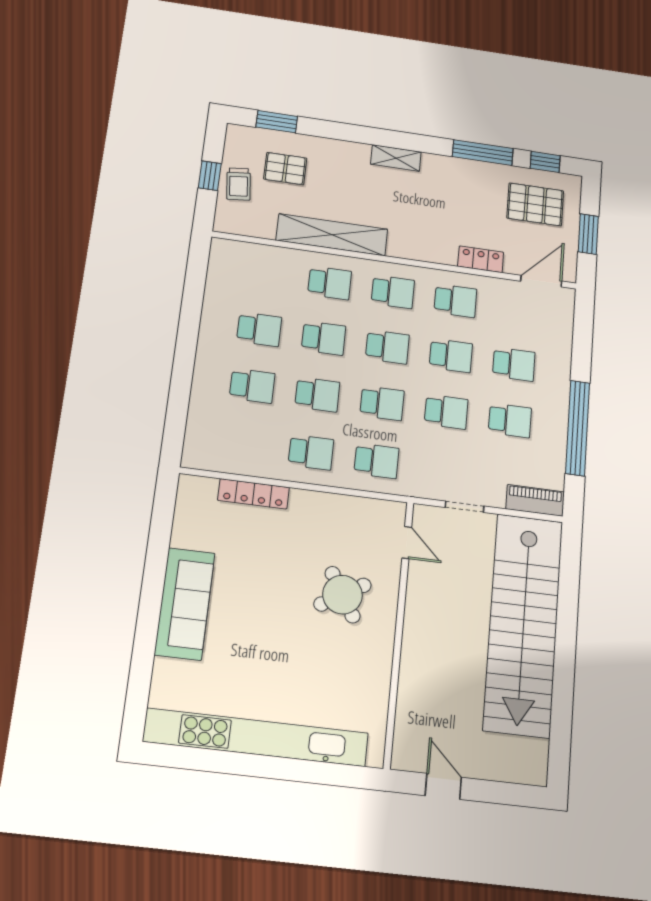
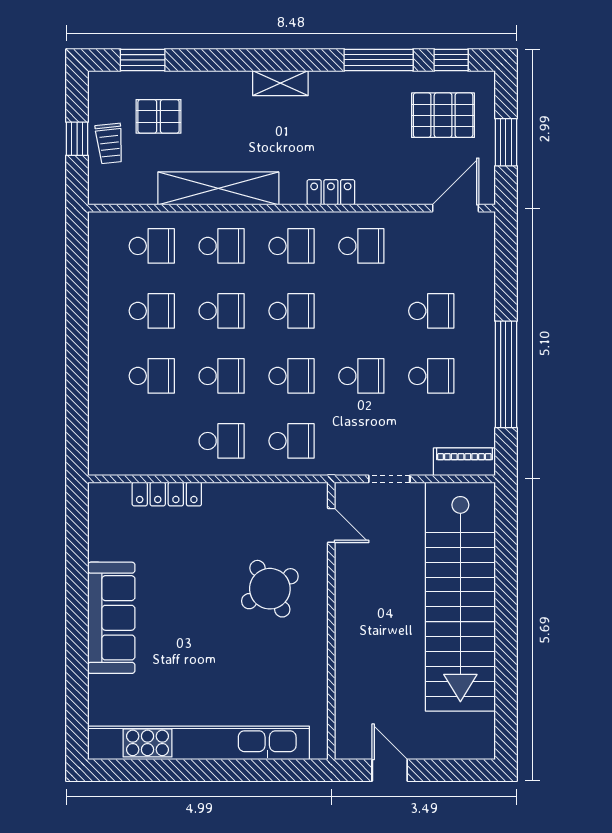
locker: (481, 259) -> (331, 192), moved
school desk: (451, 356) -> (152, 246), moved

